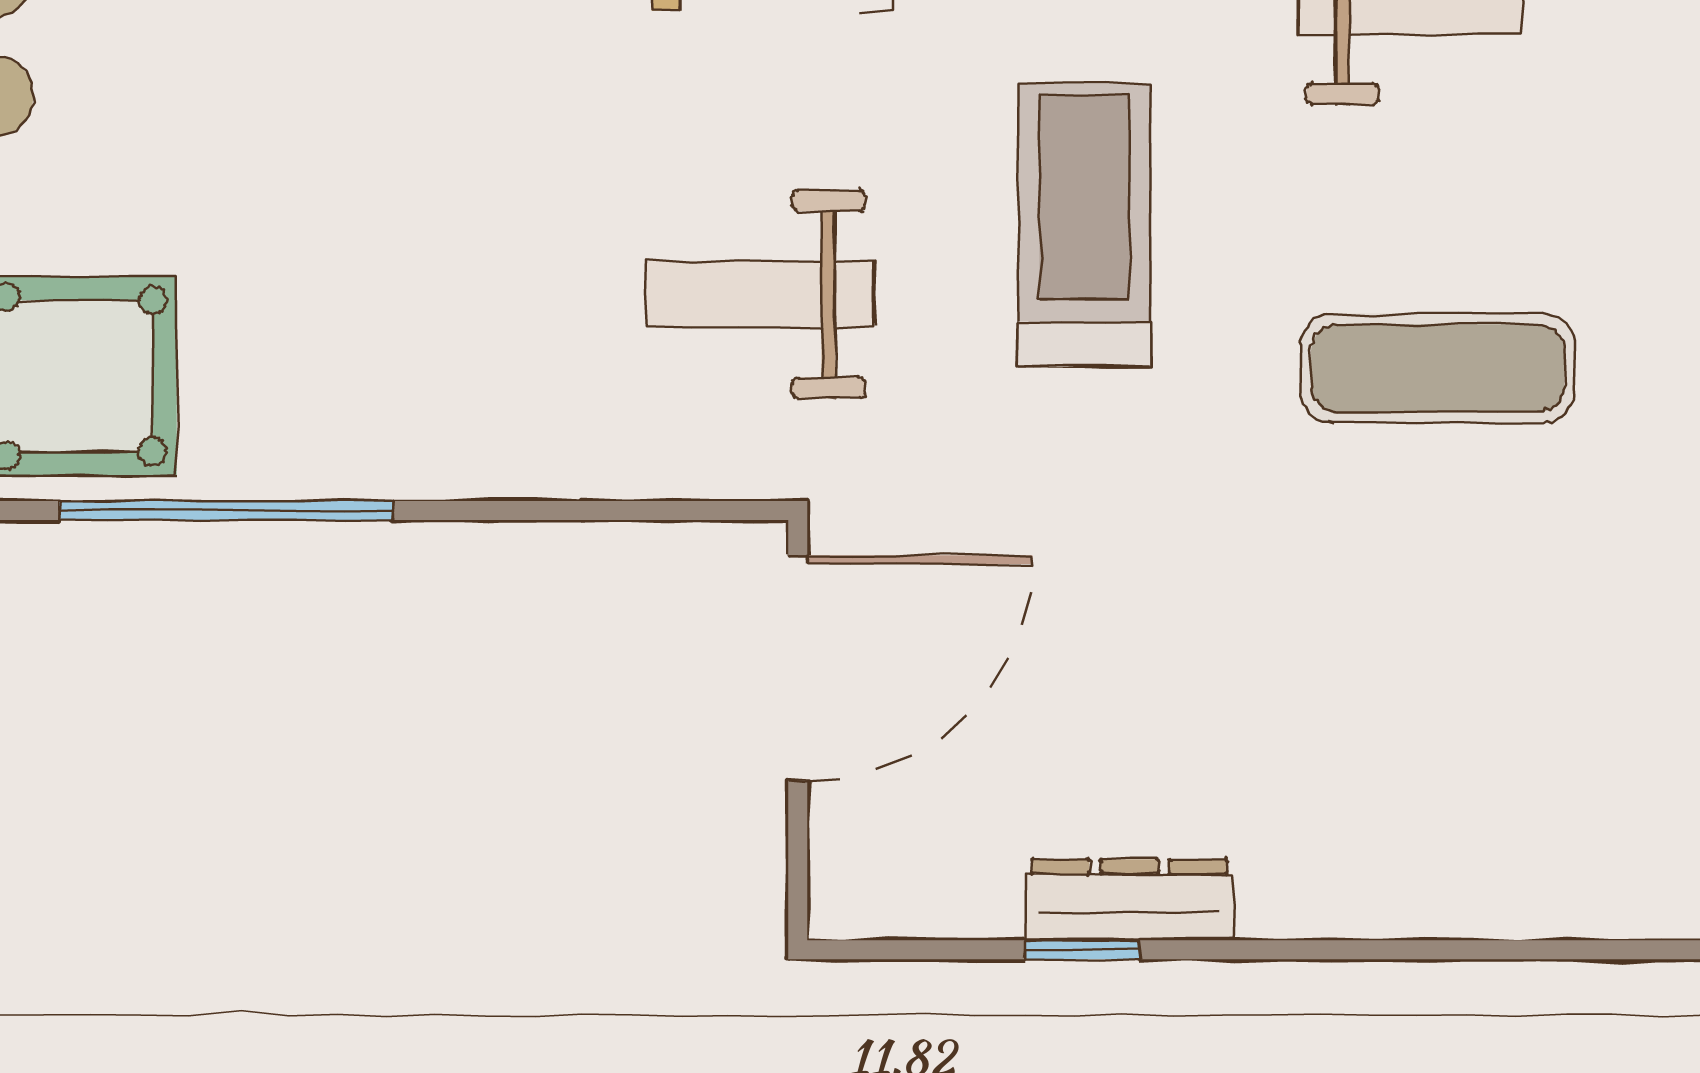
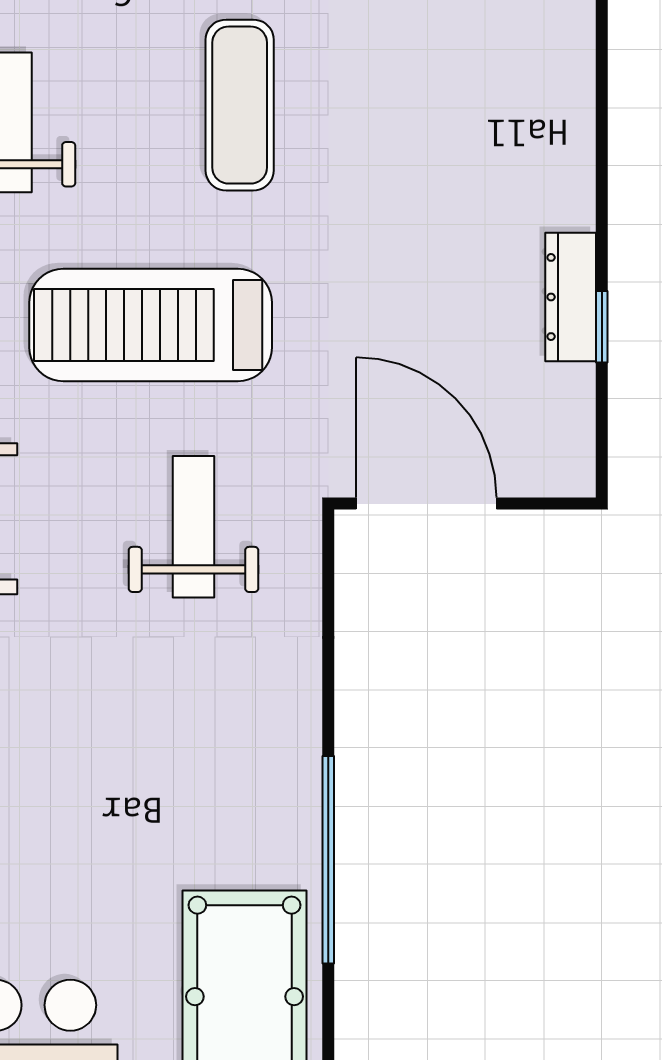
treadmill: (1084, 225) -> (151, 325), width x1.37, depth x1.38
weight bench: (760, 294) -> (194, 527), turned 180

